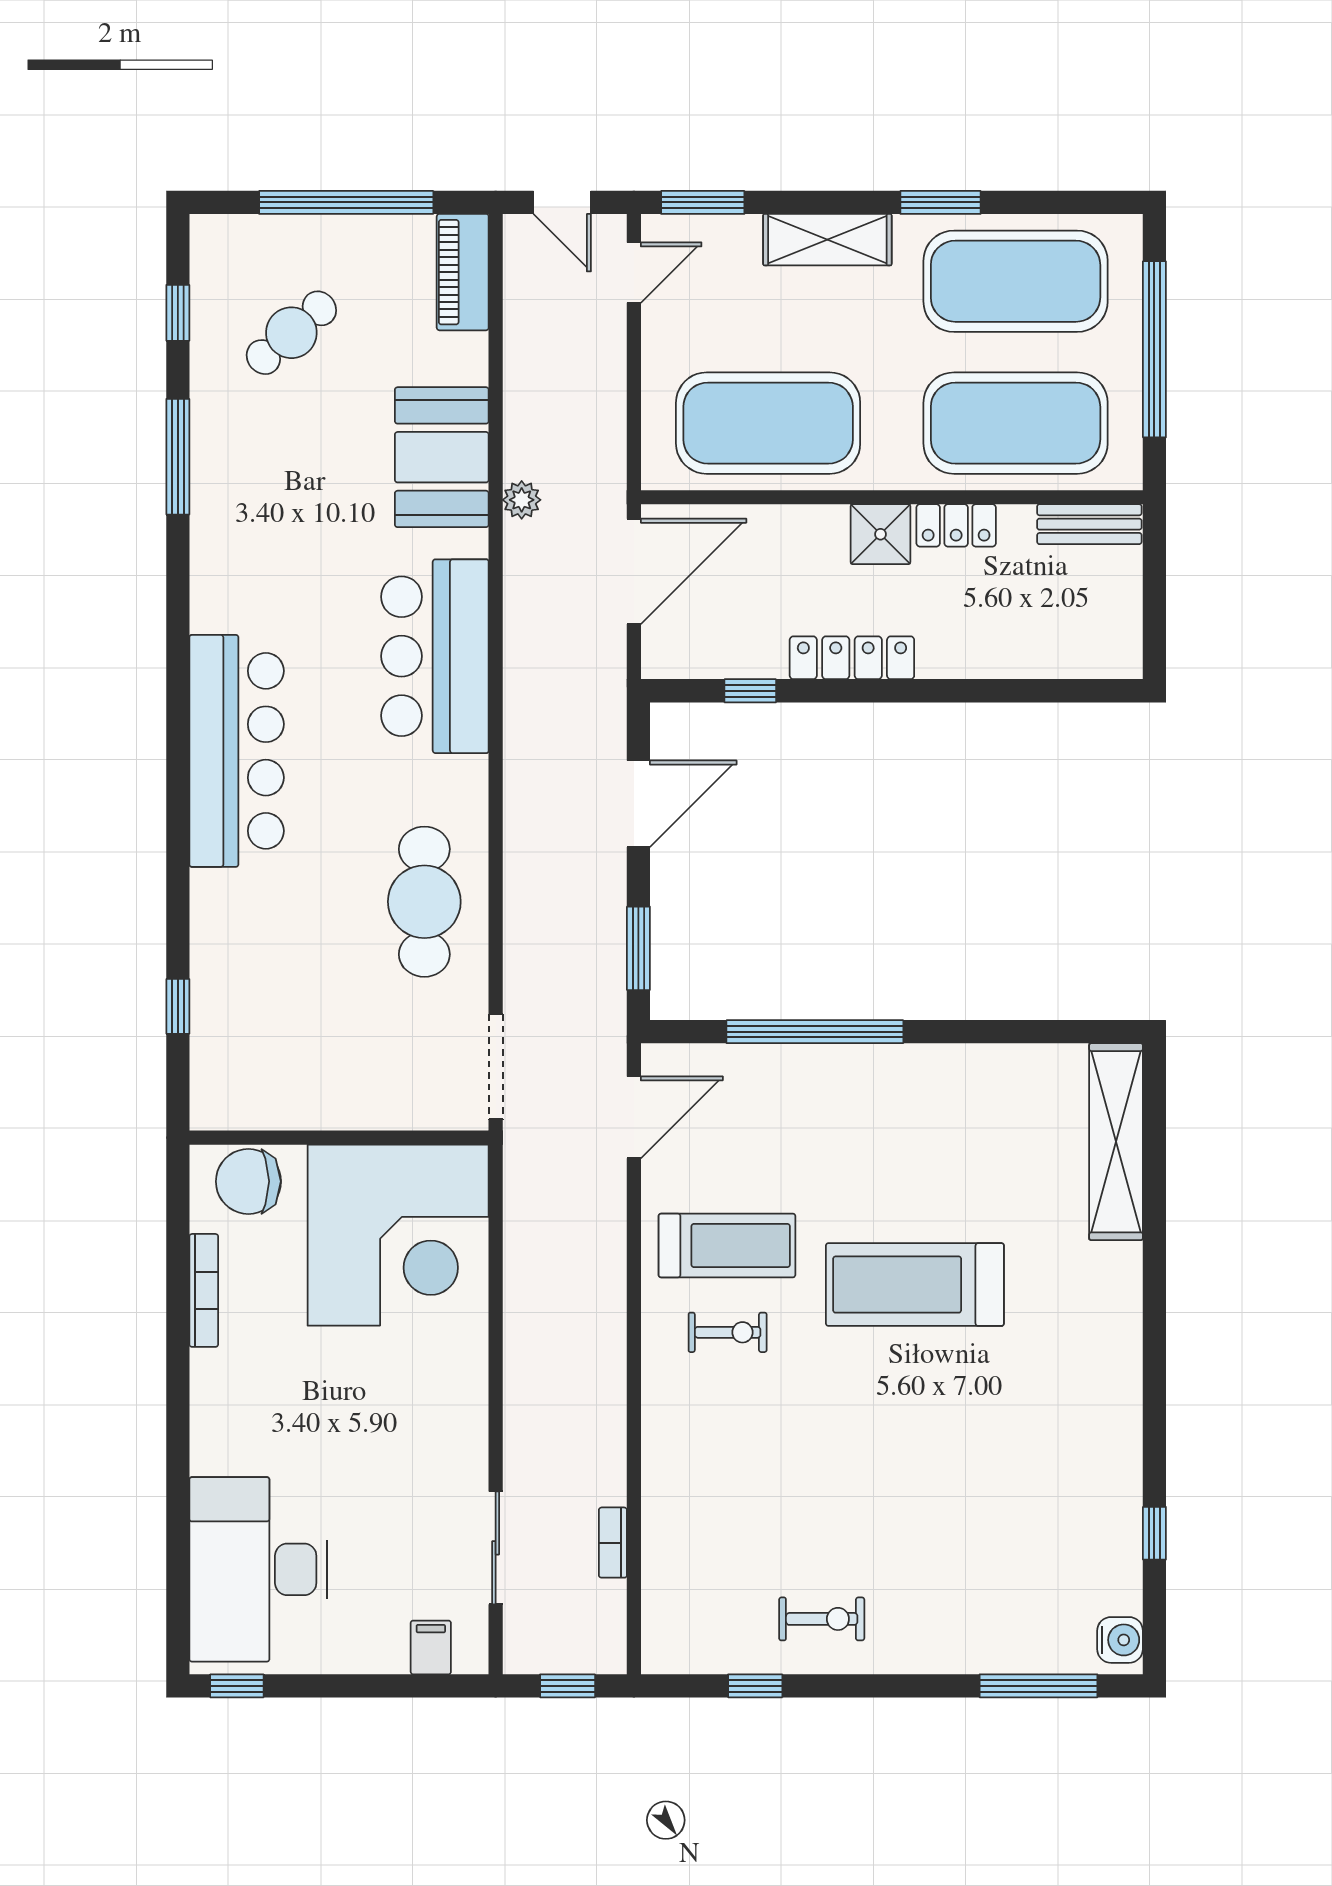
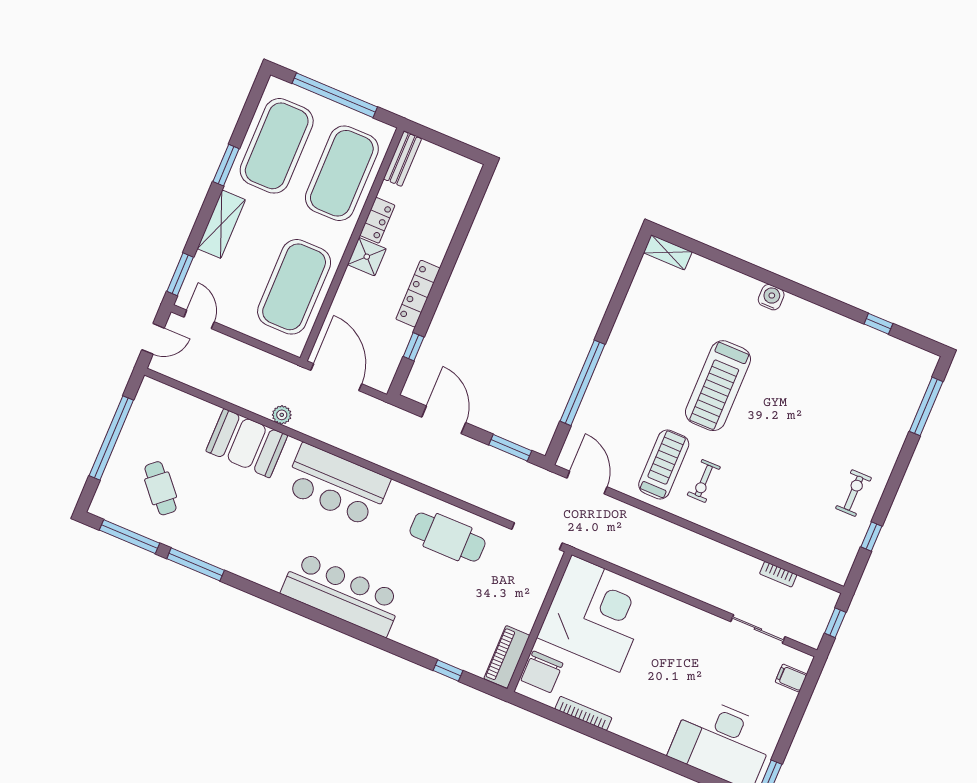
piano: (463, 272) -> (507, 657), moved, turned 90
window: (178, 313) -> (129, 537), width x2.17
shelving: (1116, 1142) -> (668, 252), width x0.45, depth x0.75
exercise bike: (728, 1332) -> (704, 481), turned 180
water cooler: (1120, 1640) -> (771, 297), moved

